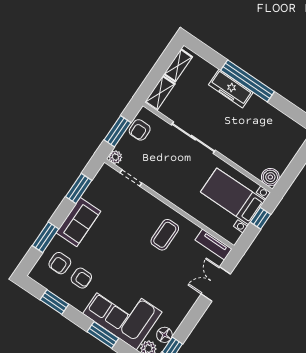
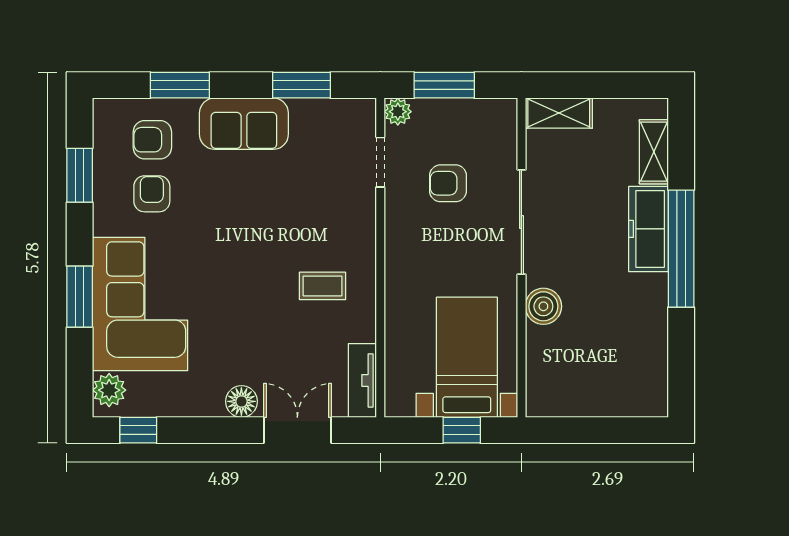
shelving: (178, 65) -> (654, 152), moved, turned 90
armchair: (140, 130) -> (448, 183), moved
boiler: (270, 177) -> (543, 306), moved
coffee table: (165, 235) -> (322, 286), width x0.73, depth x0.77
armchair: (81, 278) -> (152, 194), turned 180
floor lamp: (164, 335) -> (241, 401), moved

